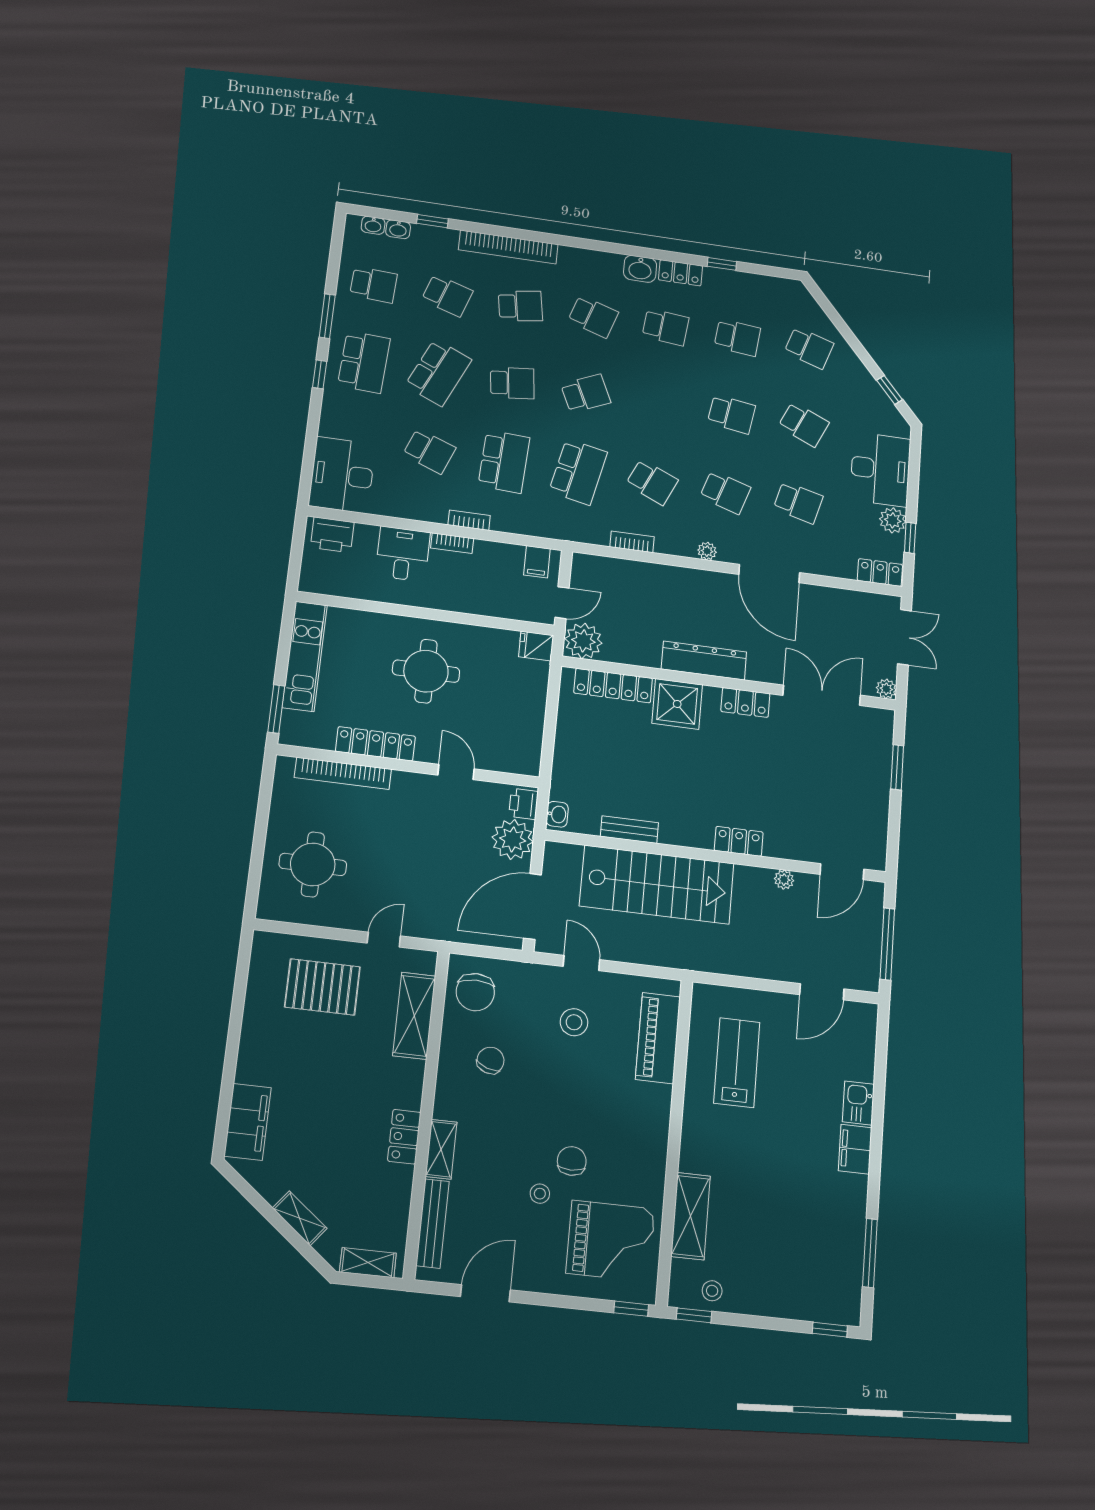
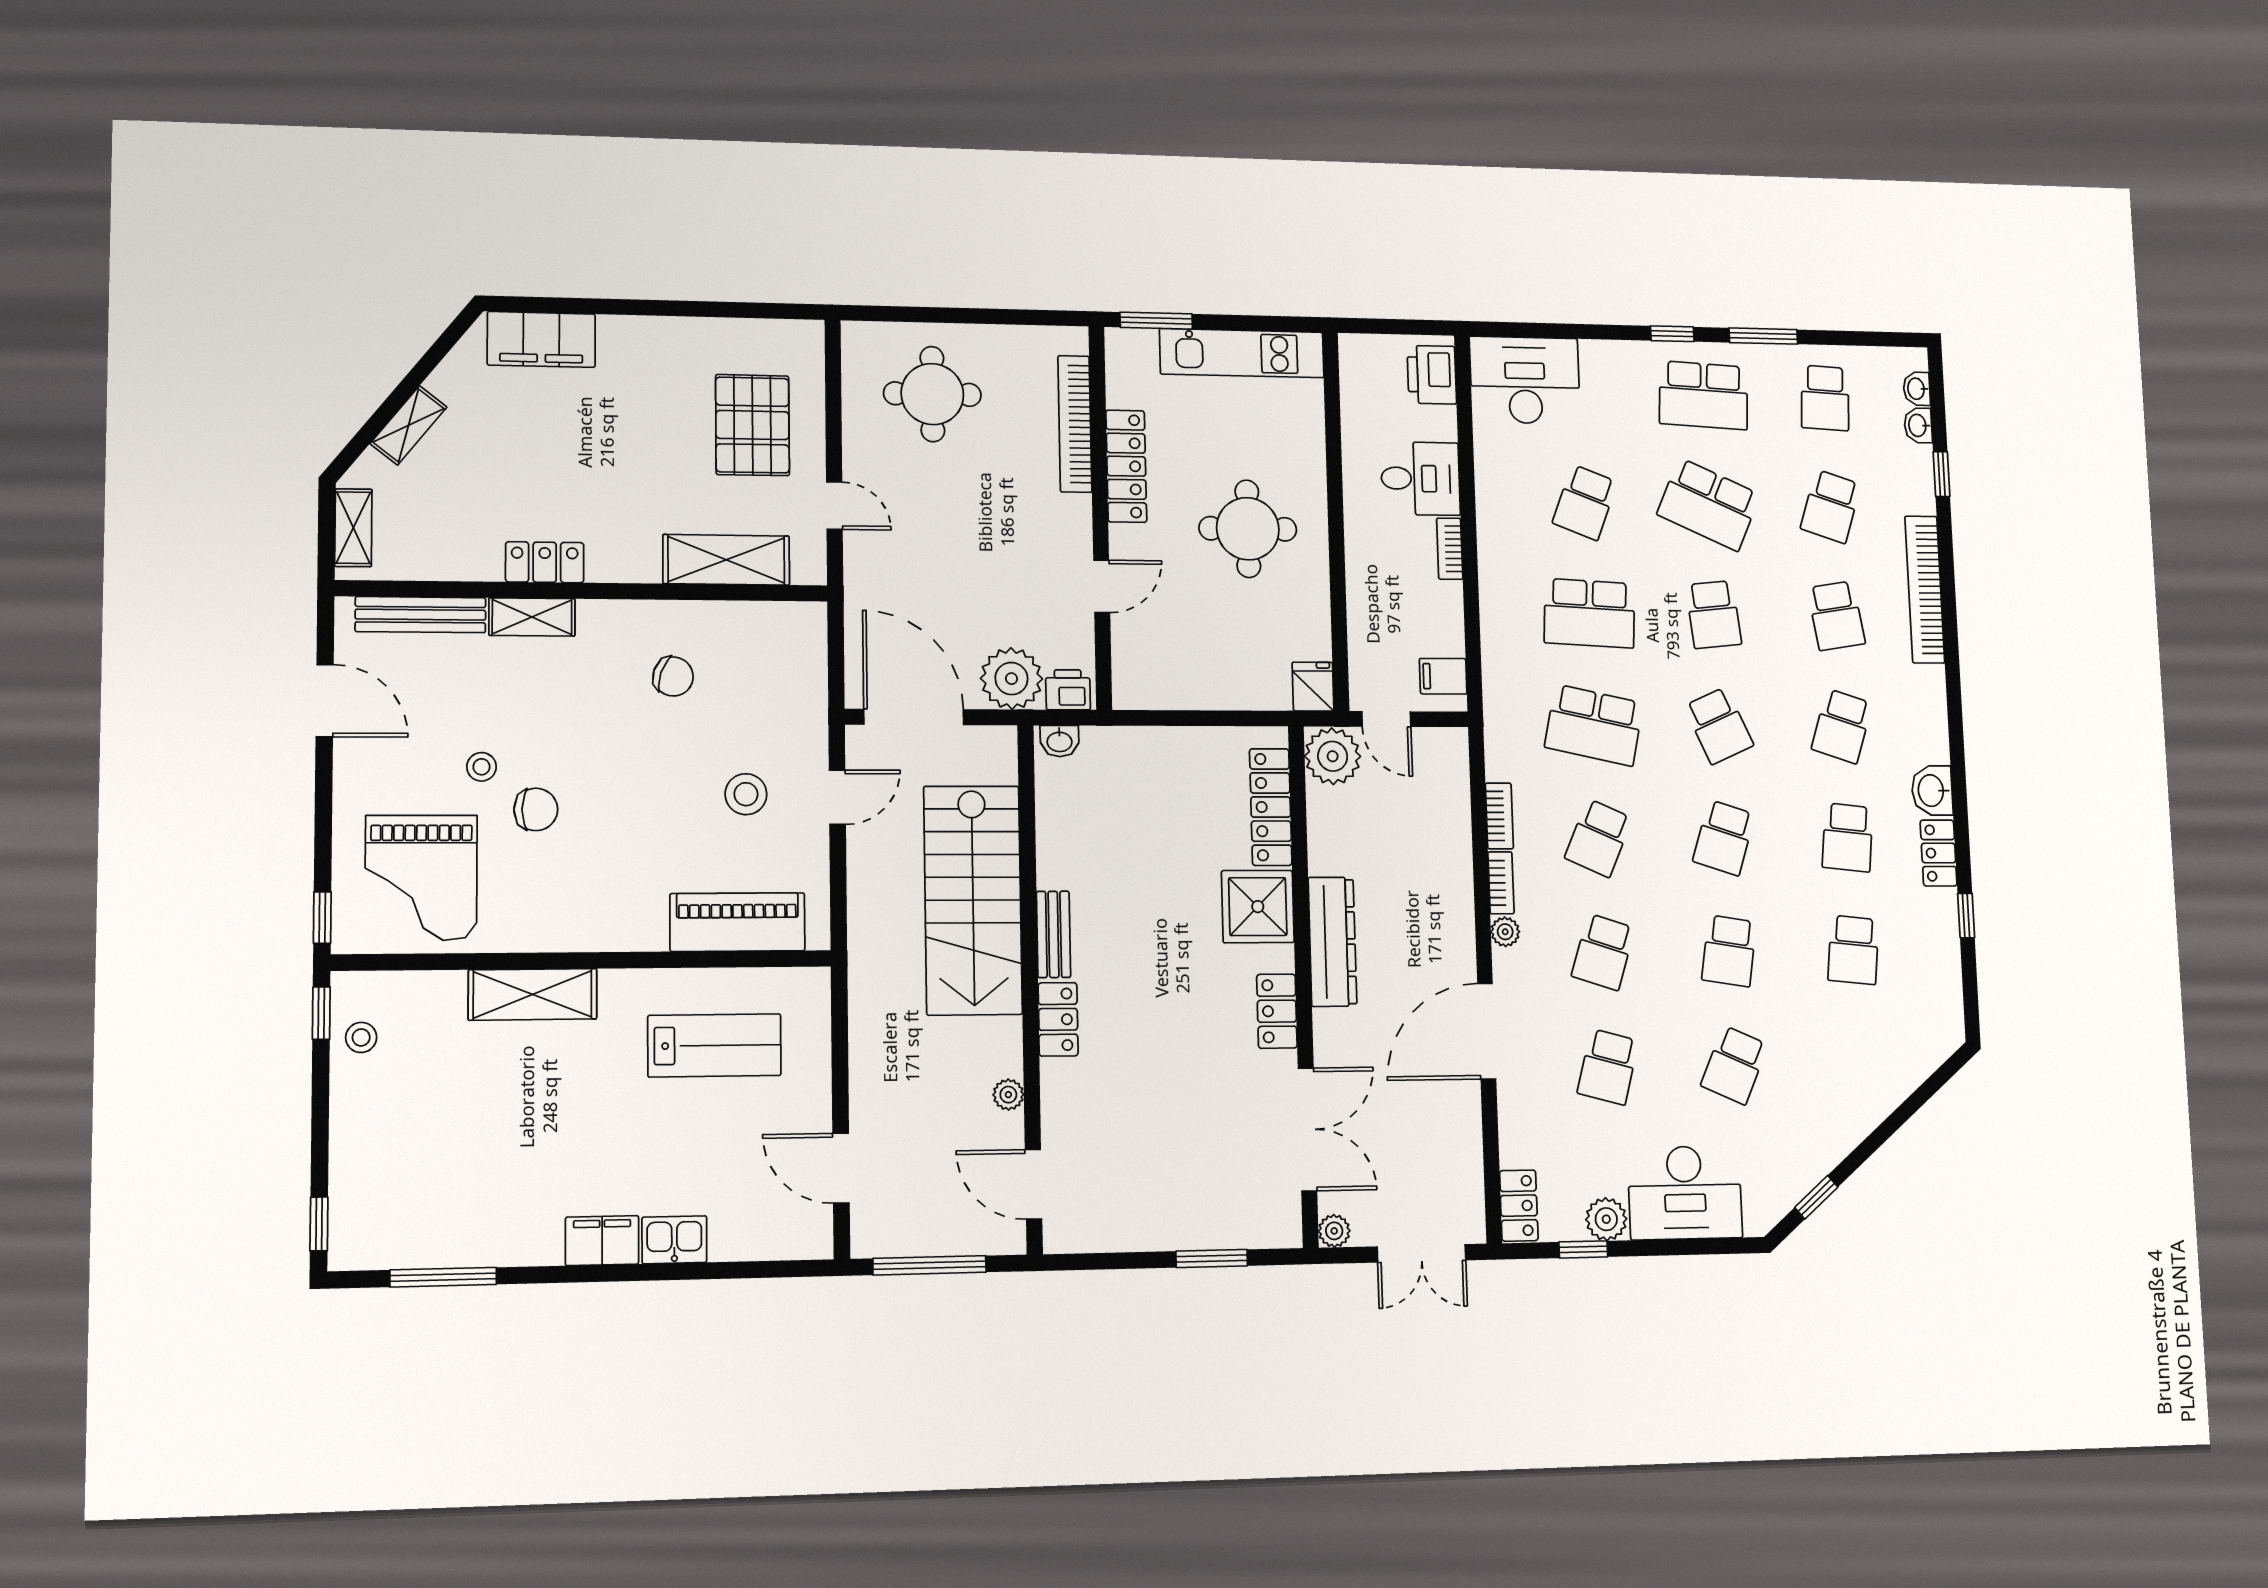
school desk: (809, 348) -> (1724, 838), moved
bookcase: (469, 520) -> (1501, 883), moved
bench: (629, 830) -> (1054, 934), moved
chair: (475, 992) -> (773, 645), removed
shelving: (691, 1216) -> (533, 994), moved

